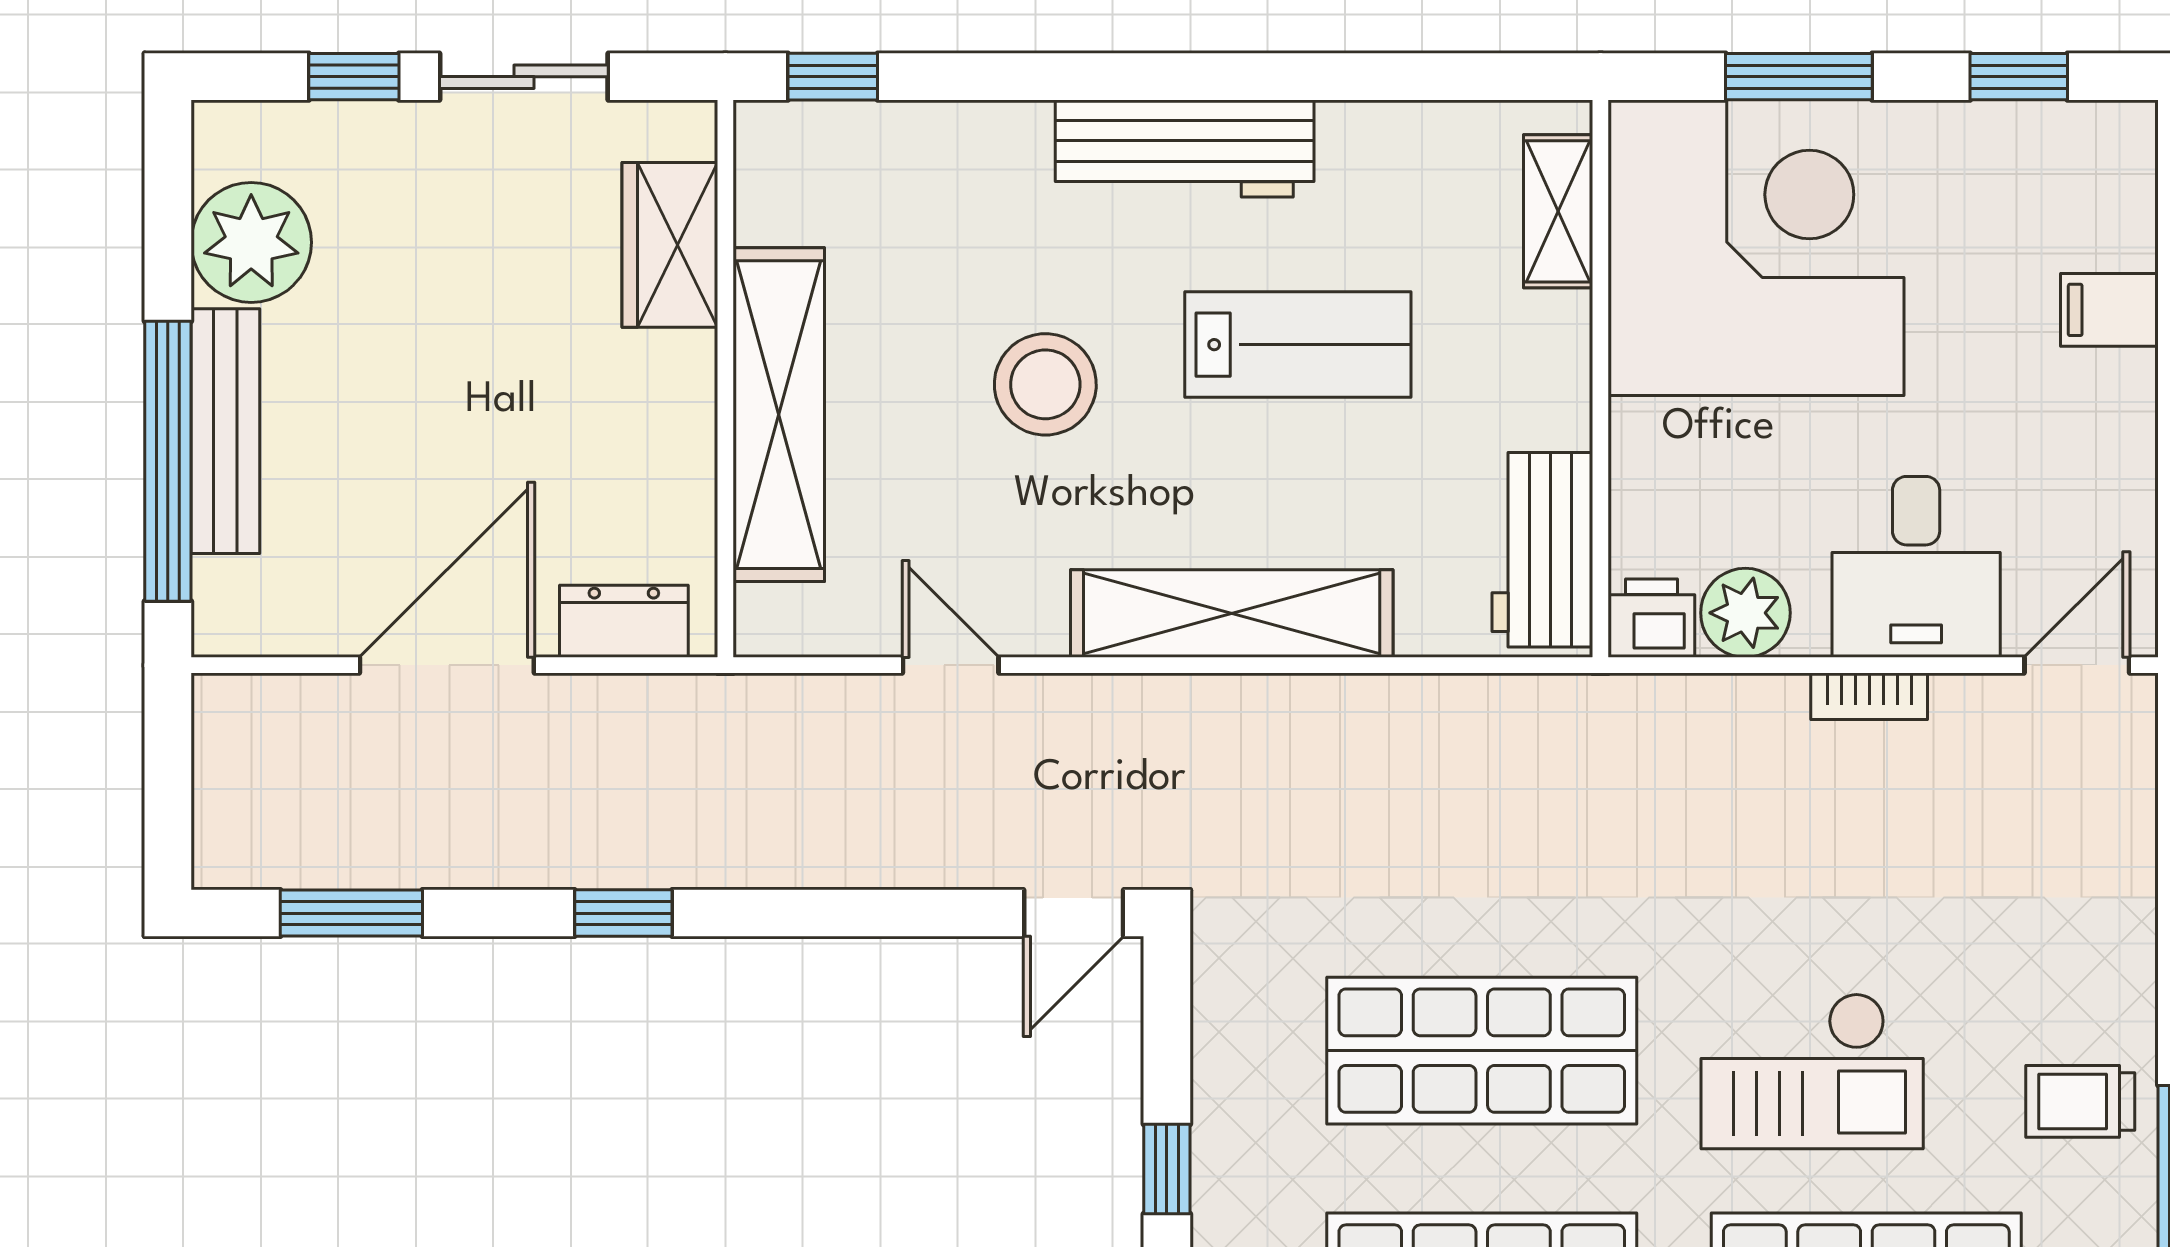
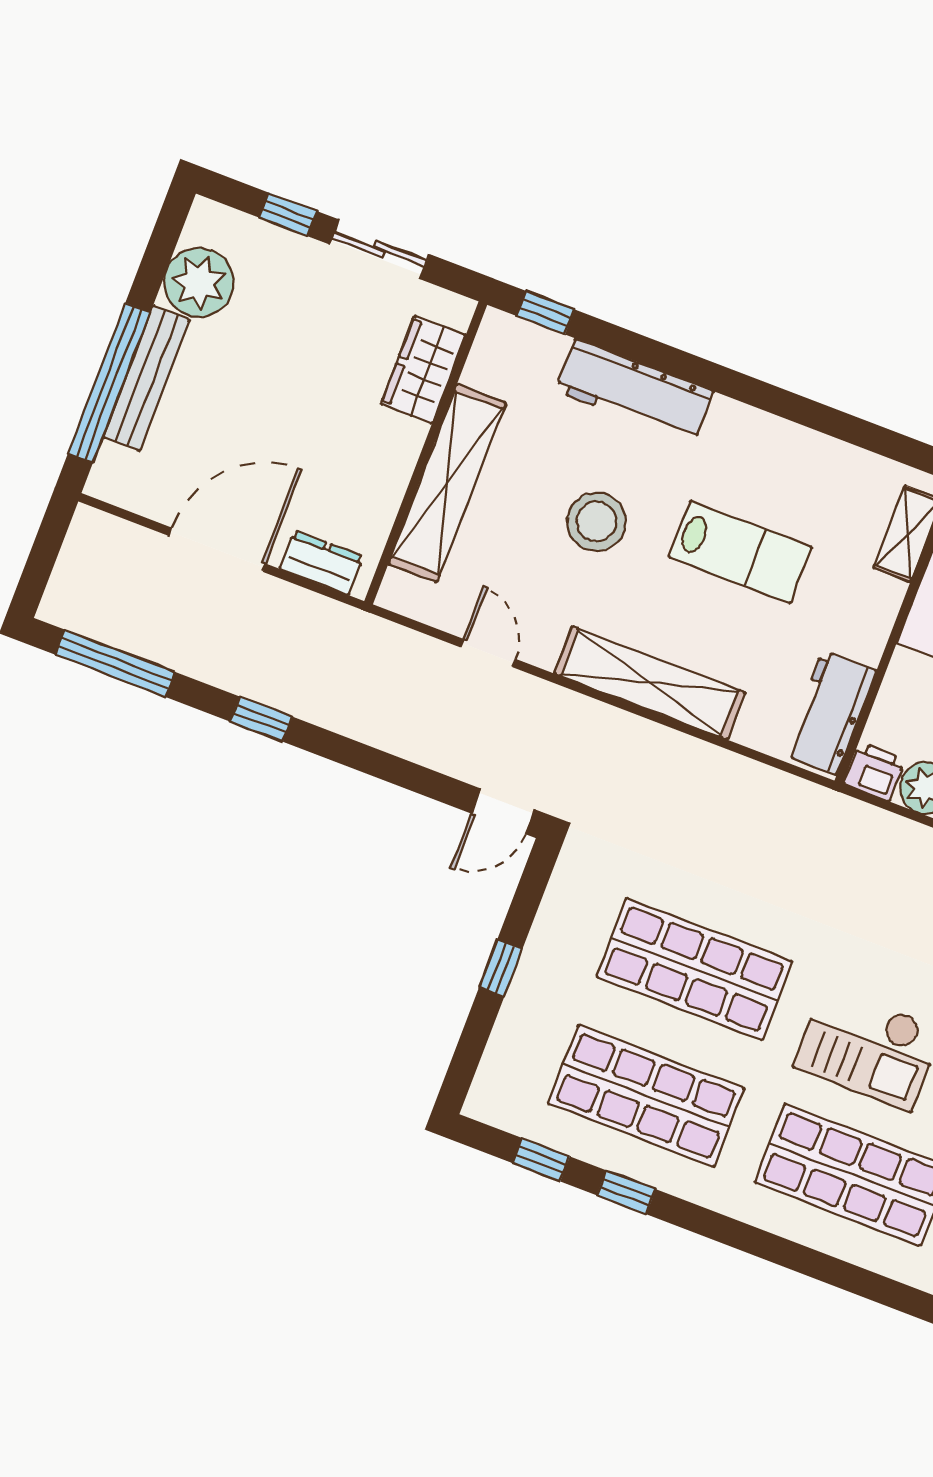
workbench: (1185, 148) -> (635, 391), moved
window: (351, 913) -> (115, 663), width x1.44

